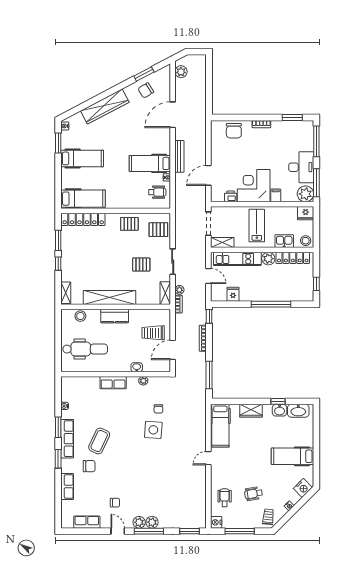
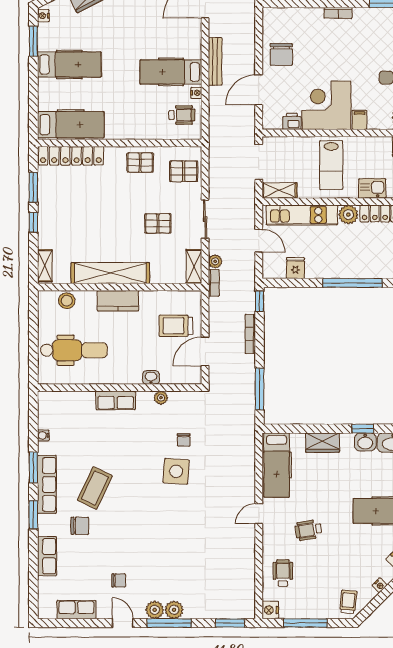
chair: (234, 131) -> (281, 54), moved
lab bench: (257, 226) -> (331, 165), turned 180
wheelchair: (253, 494) -> (308, 530), moved

